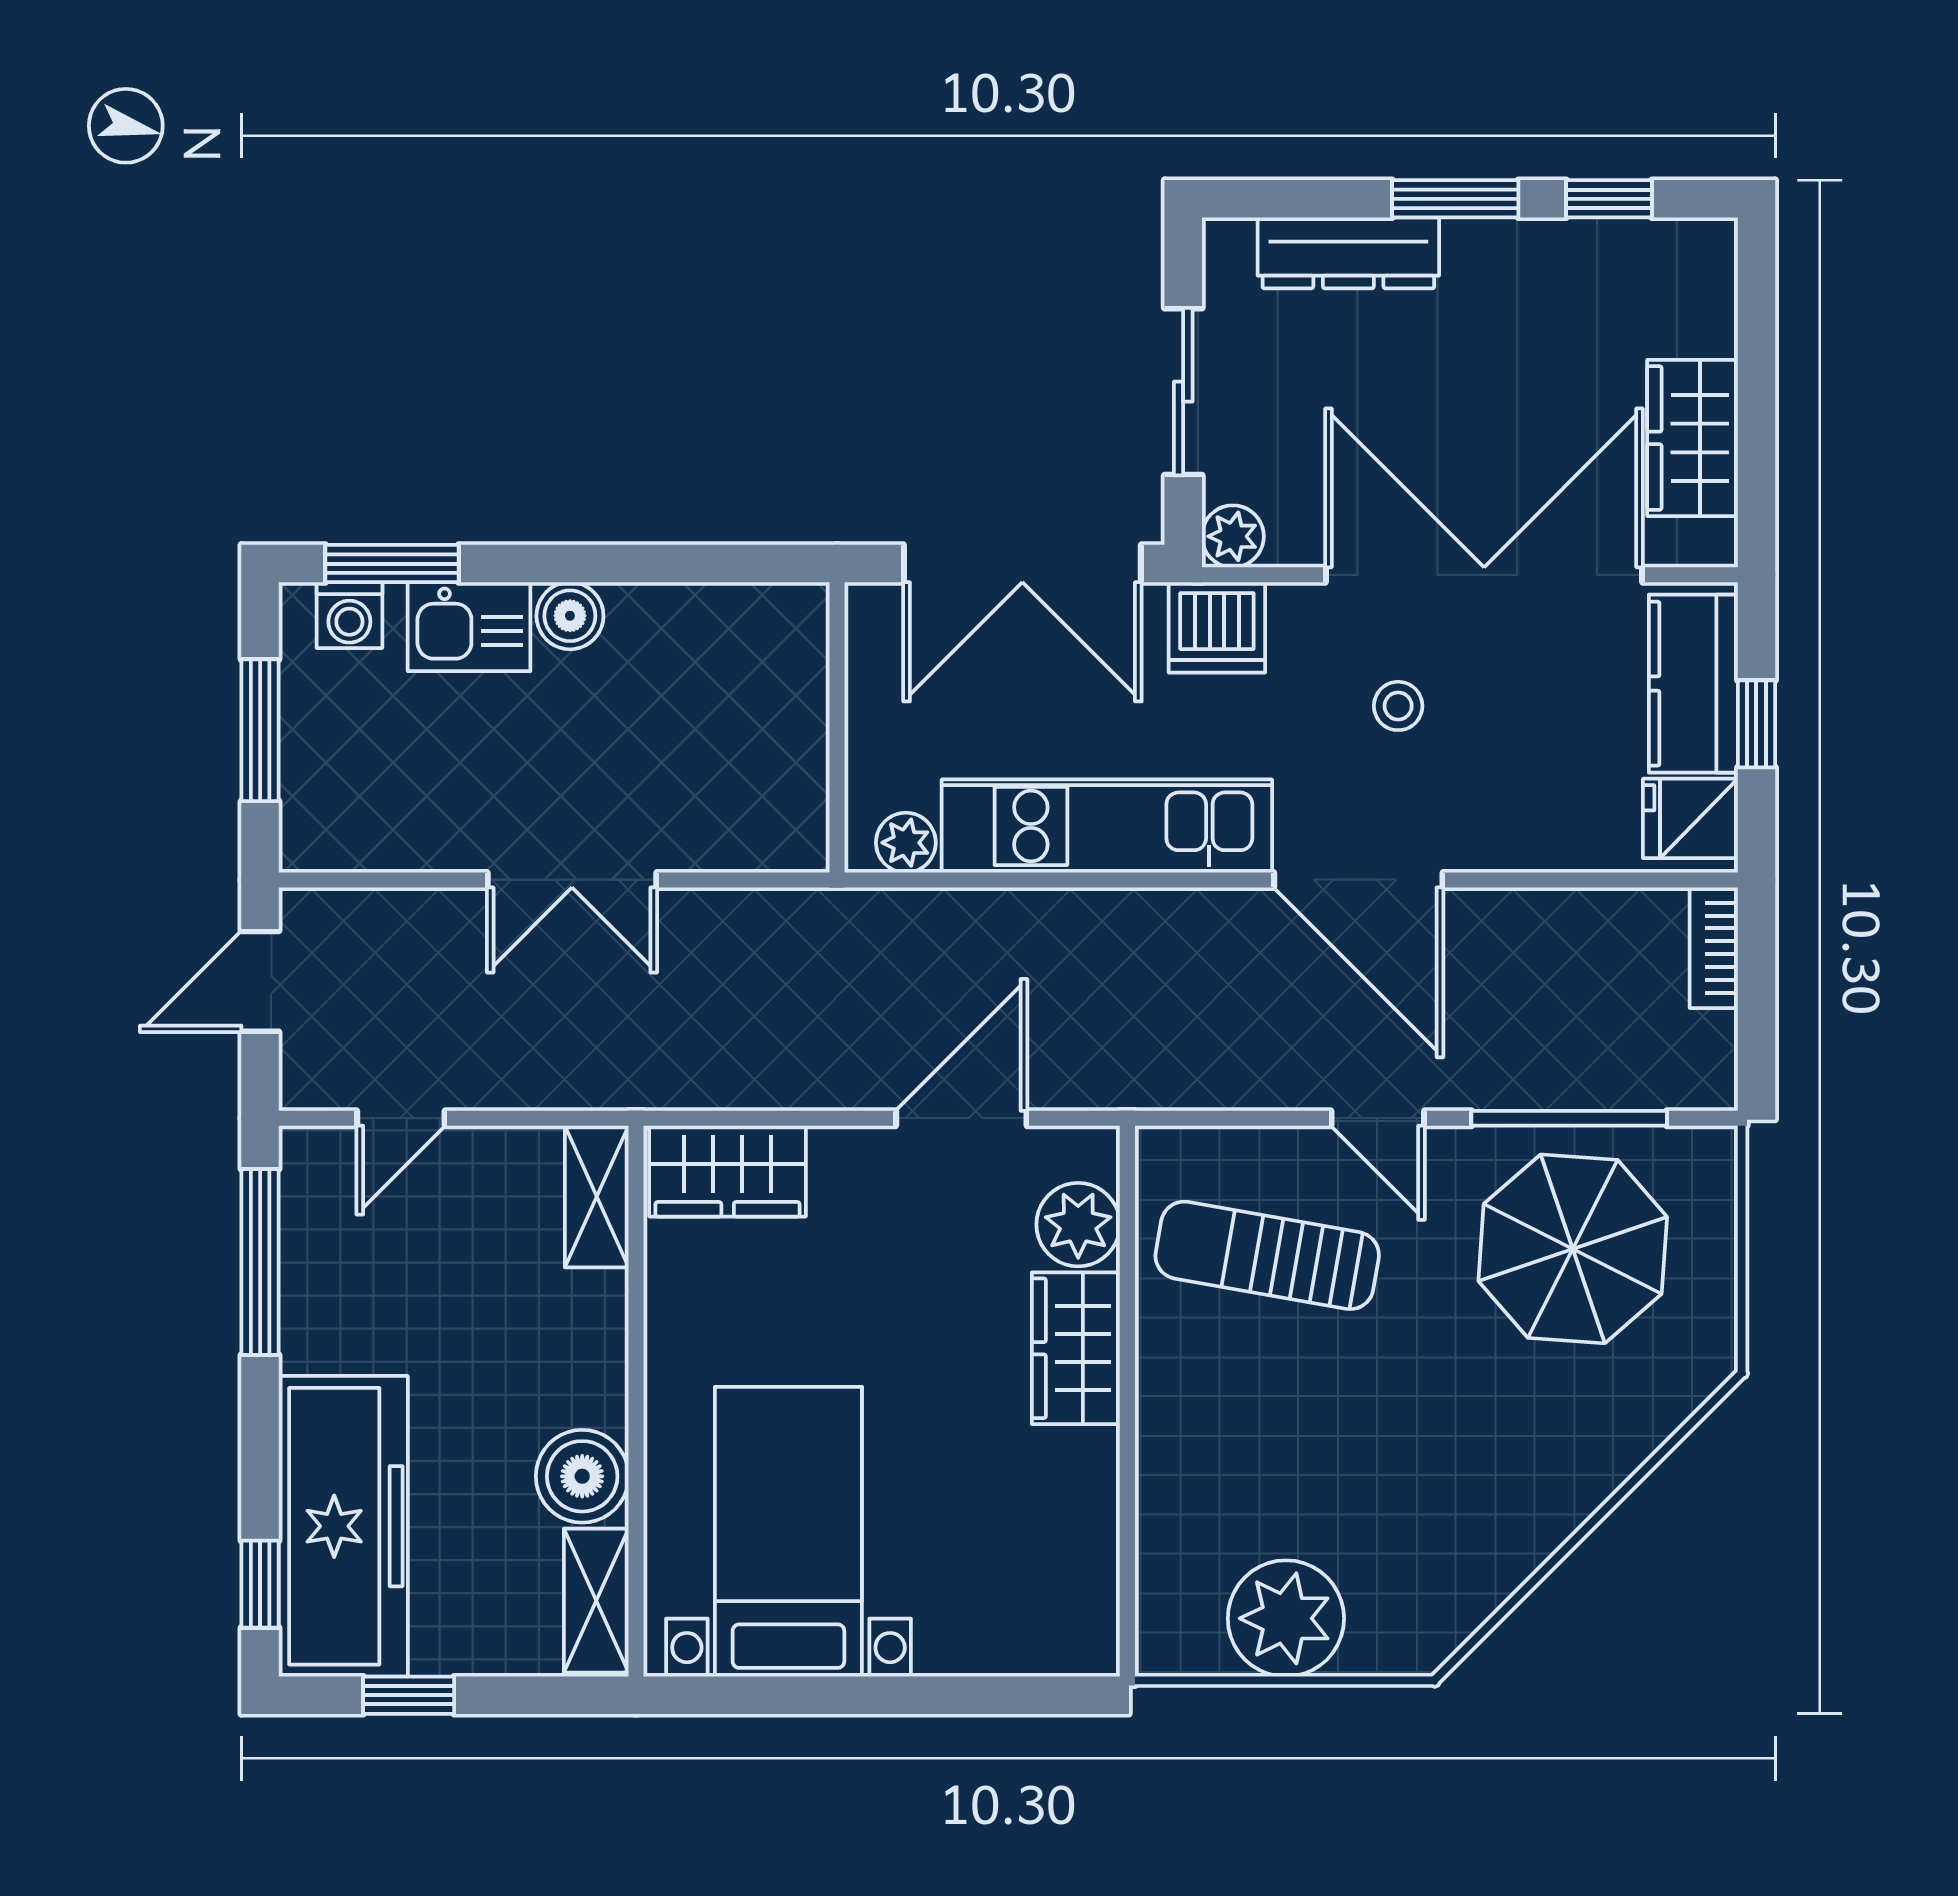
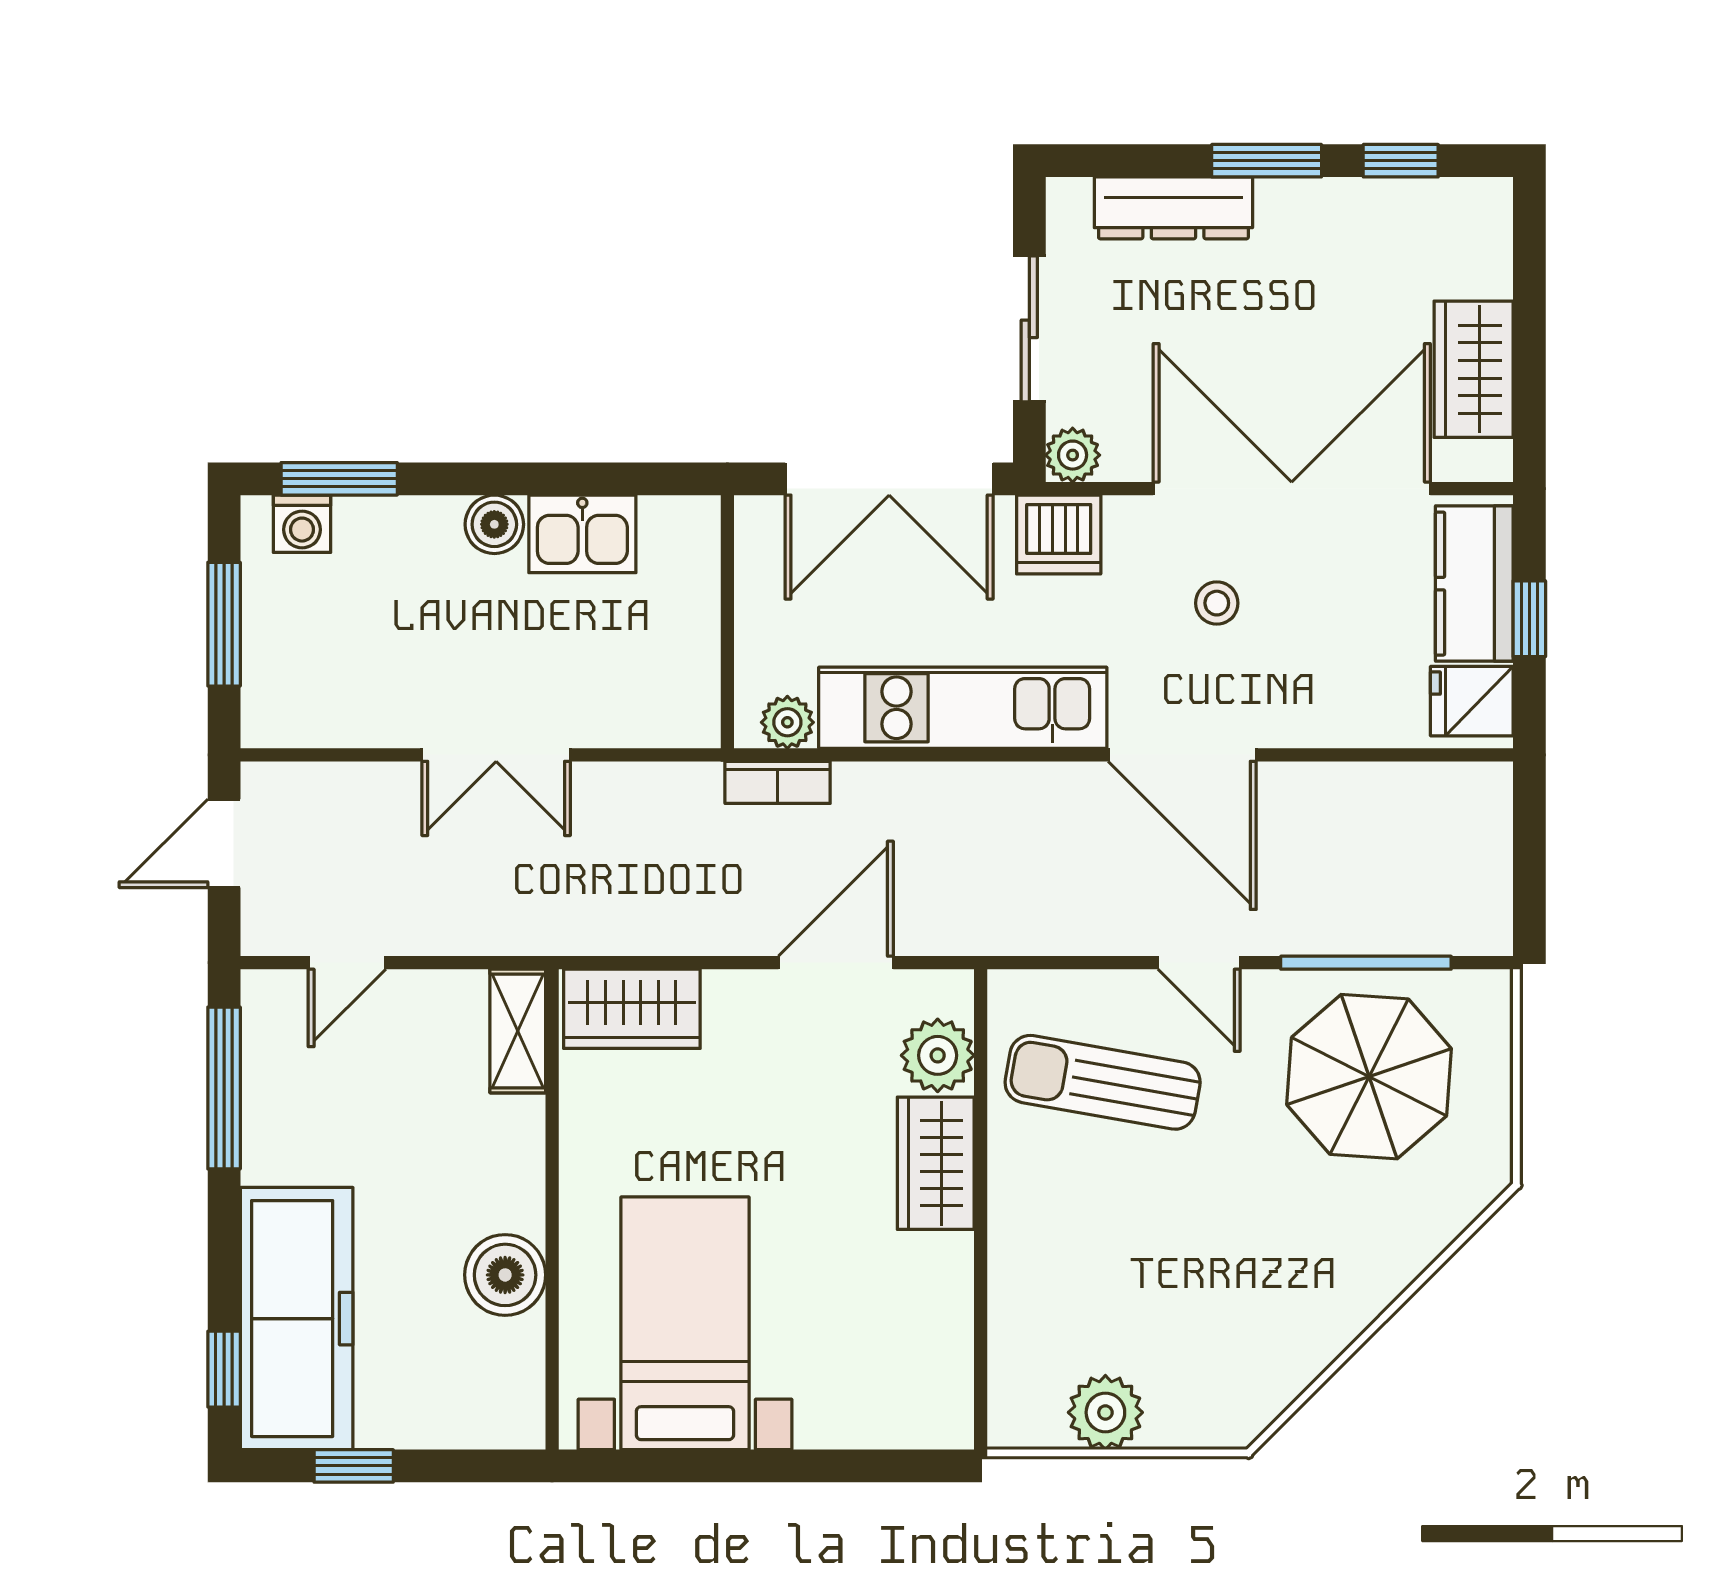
kitchen sink: (469, 627) -> (582, 534), moved
bookcase: (1714, 948) -> (778, 782), moved, turned -90
shelving: (596, 1601) -> (517, 1383), removed
plant: (1286, 1618) -> (1105, 1412), width x0.73, depth x0.73

